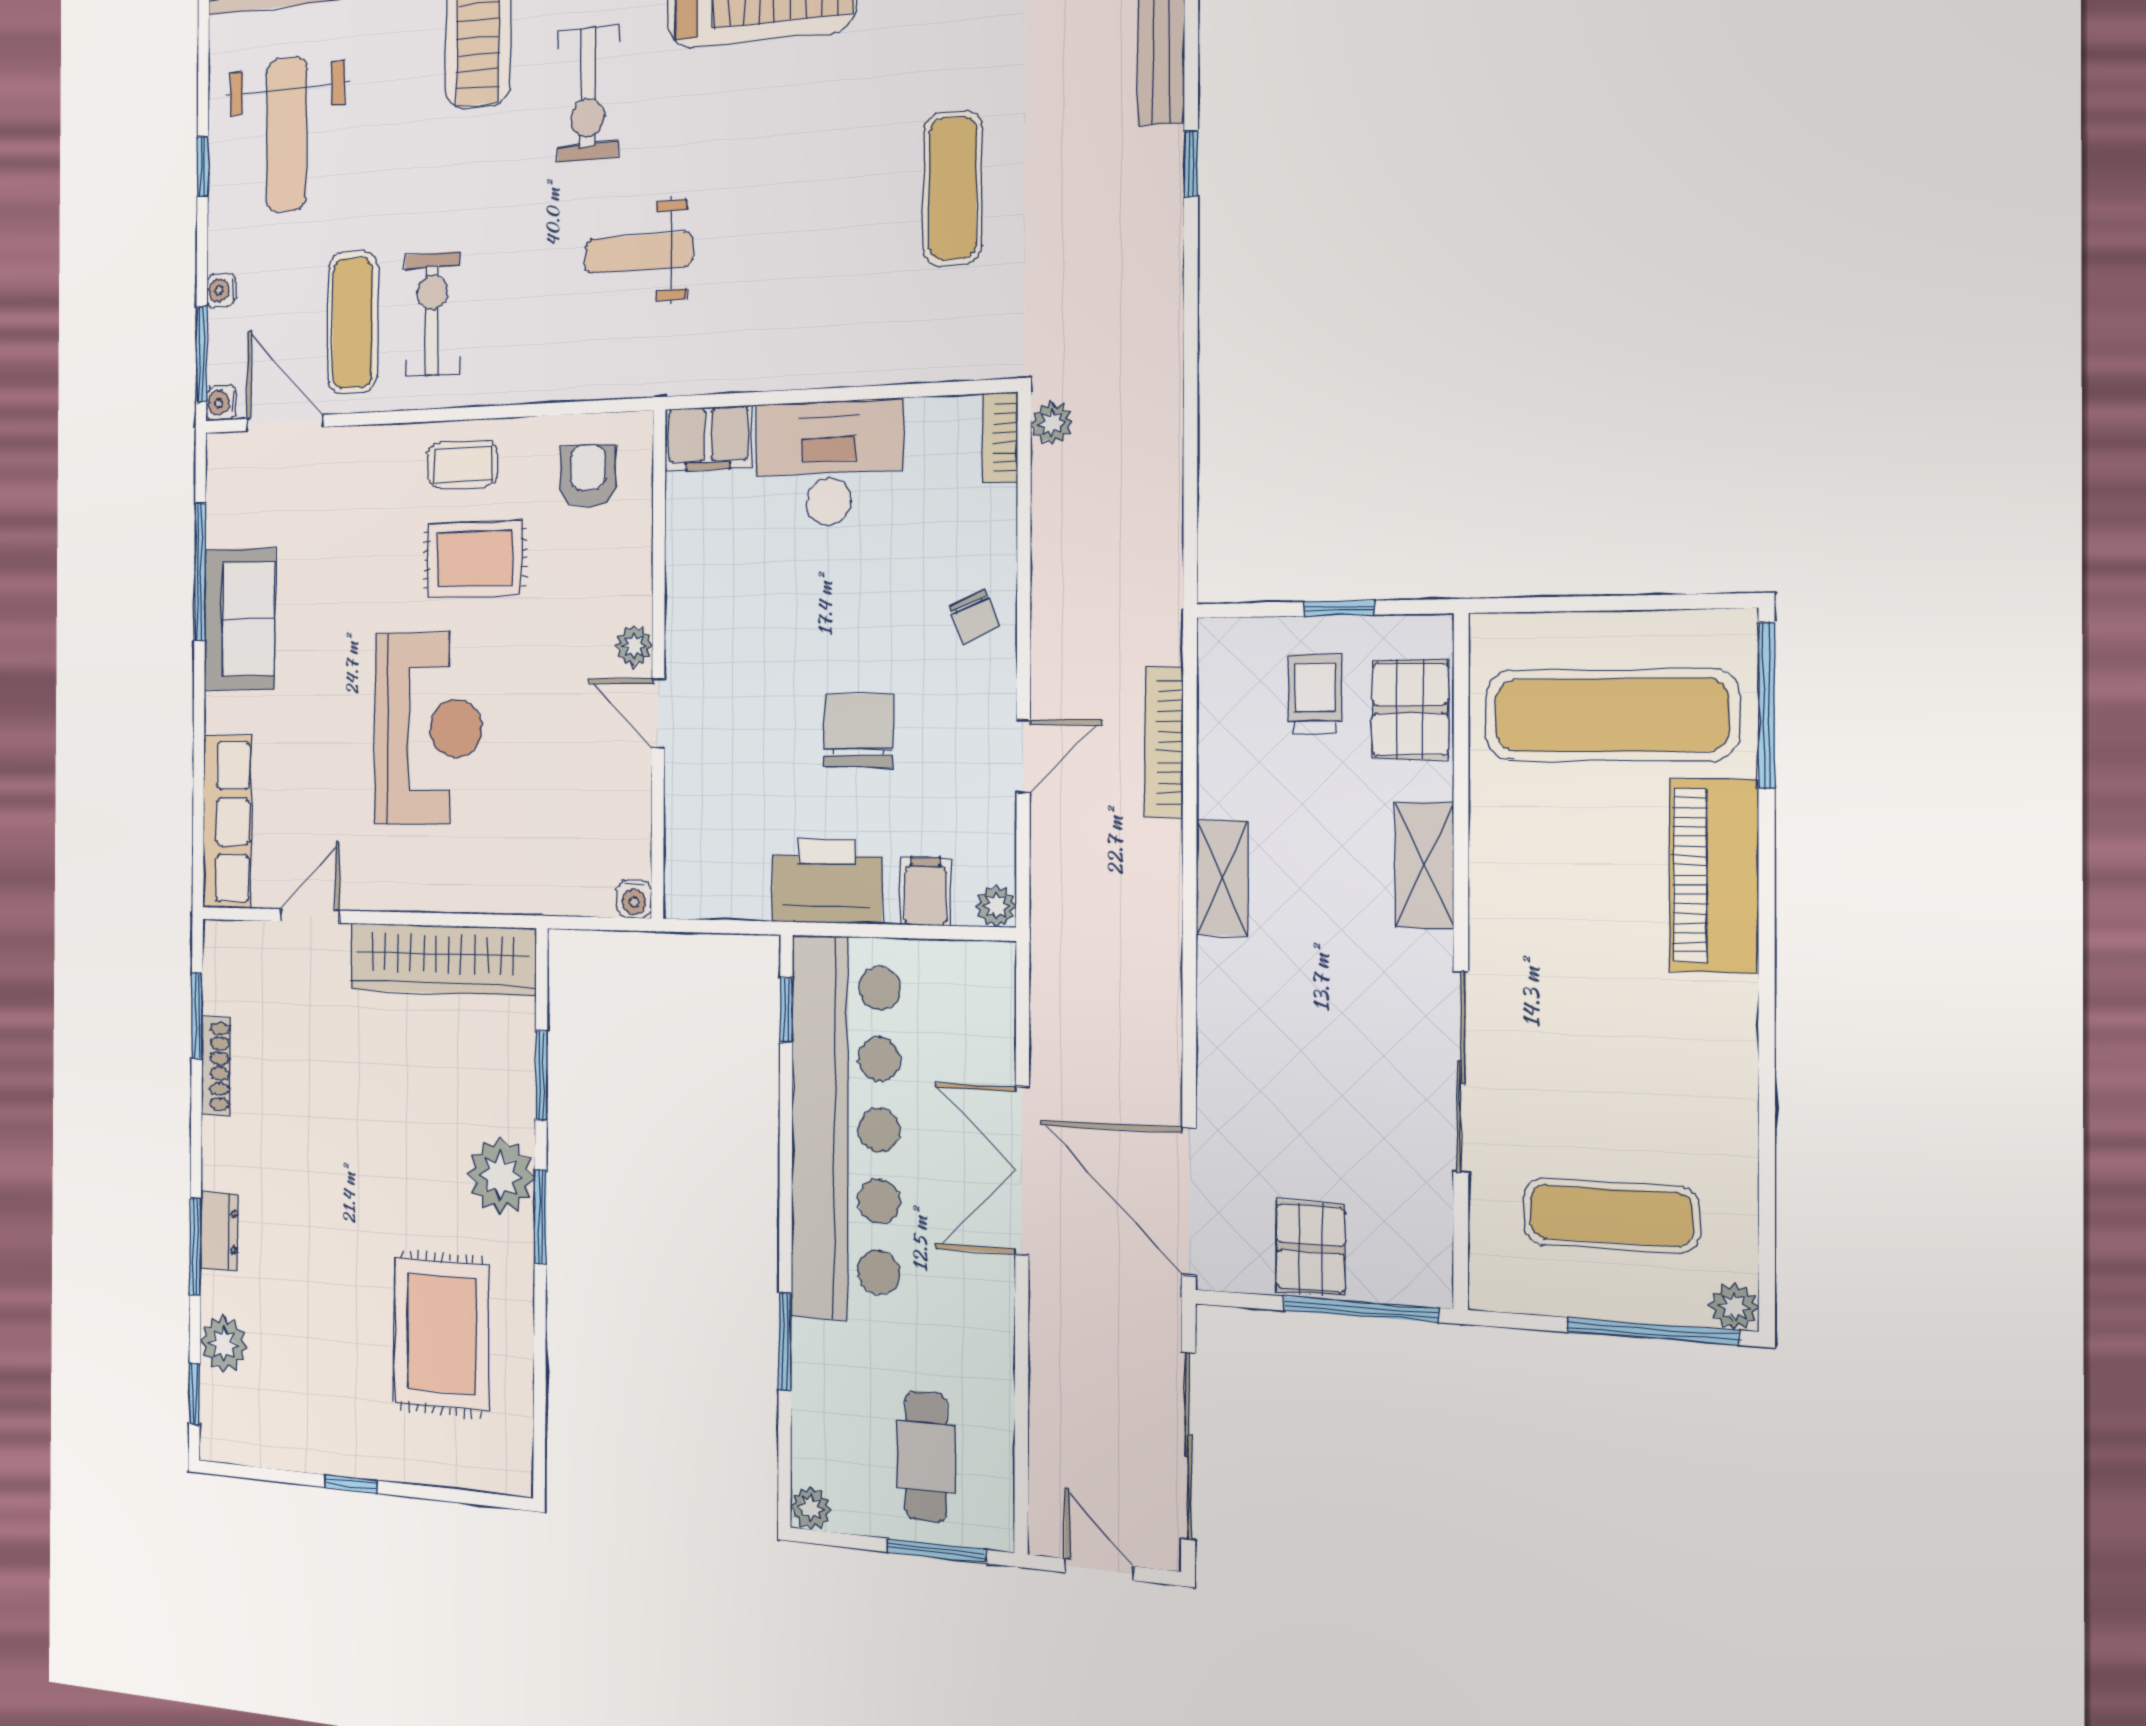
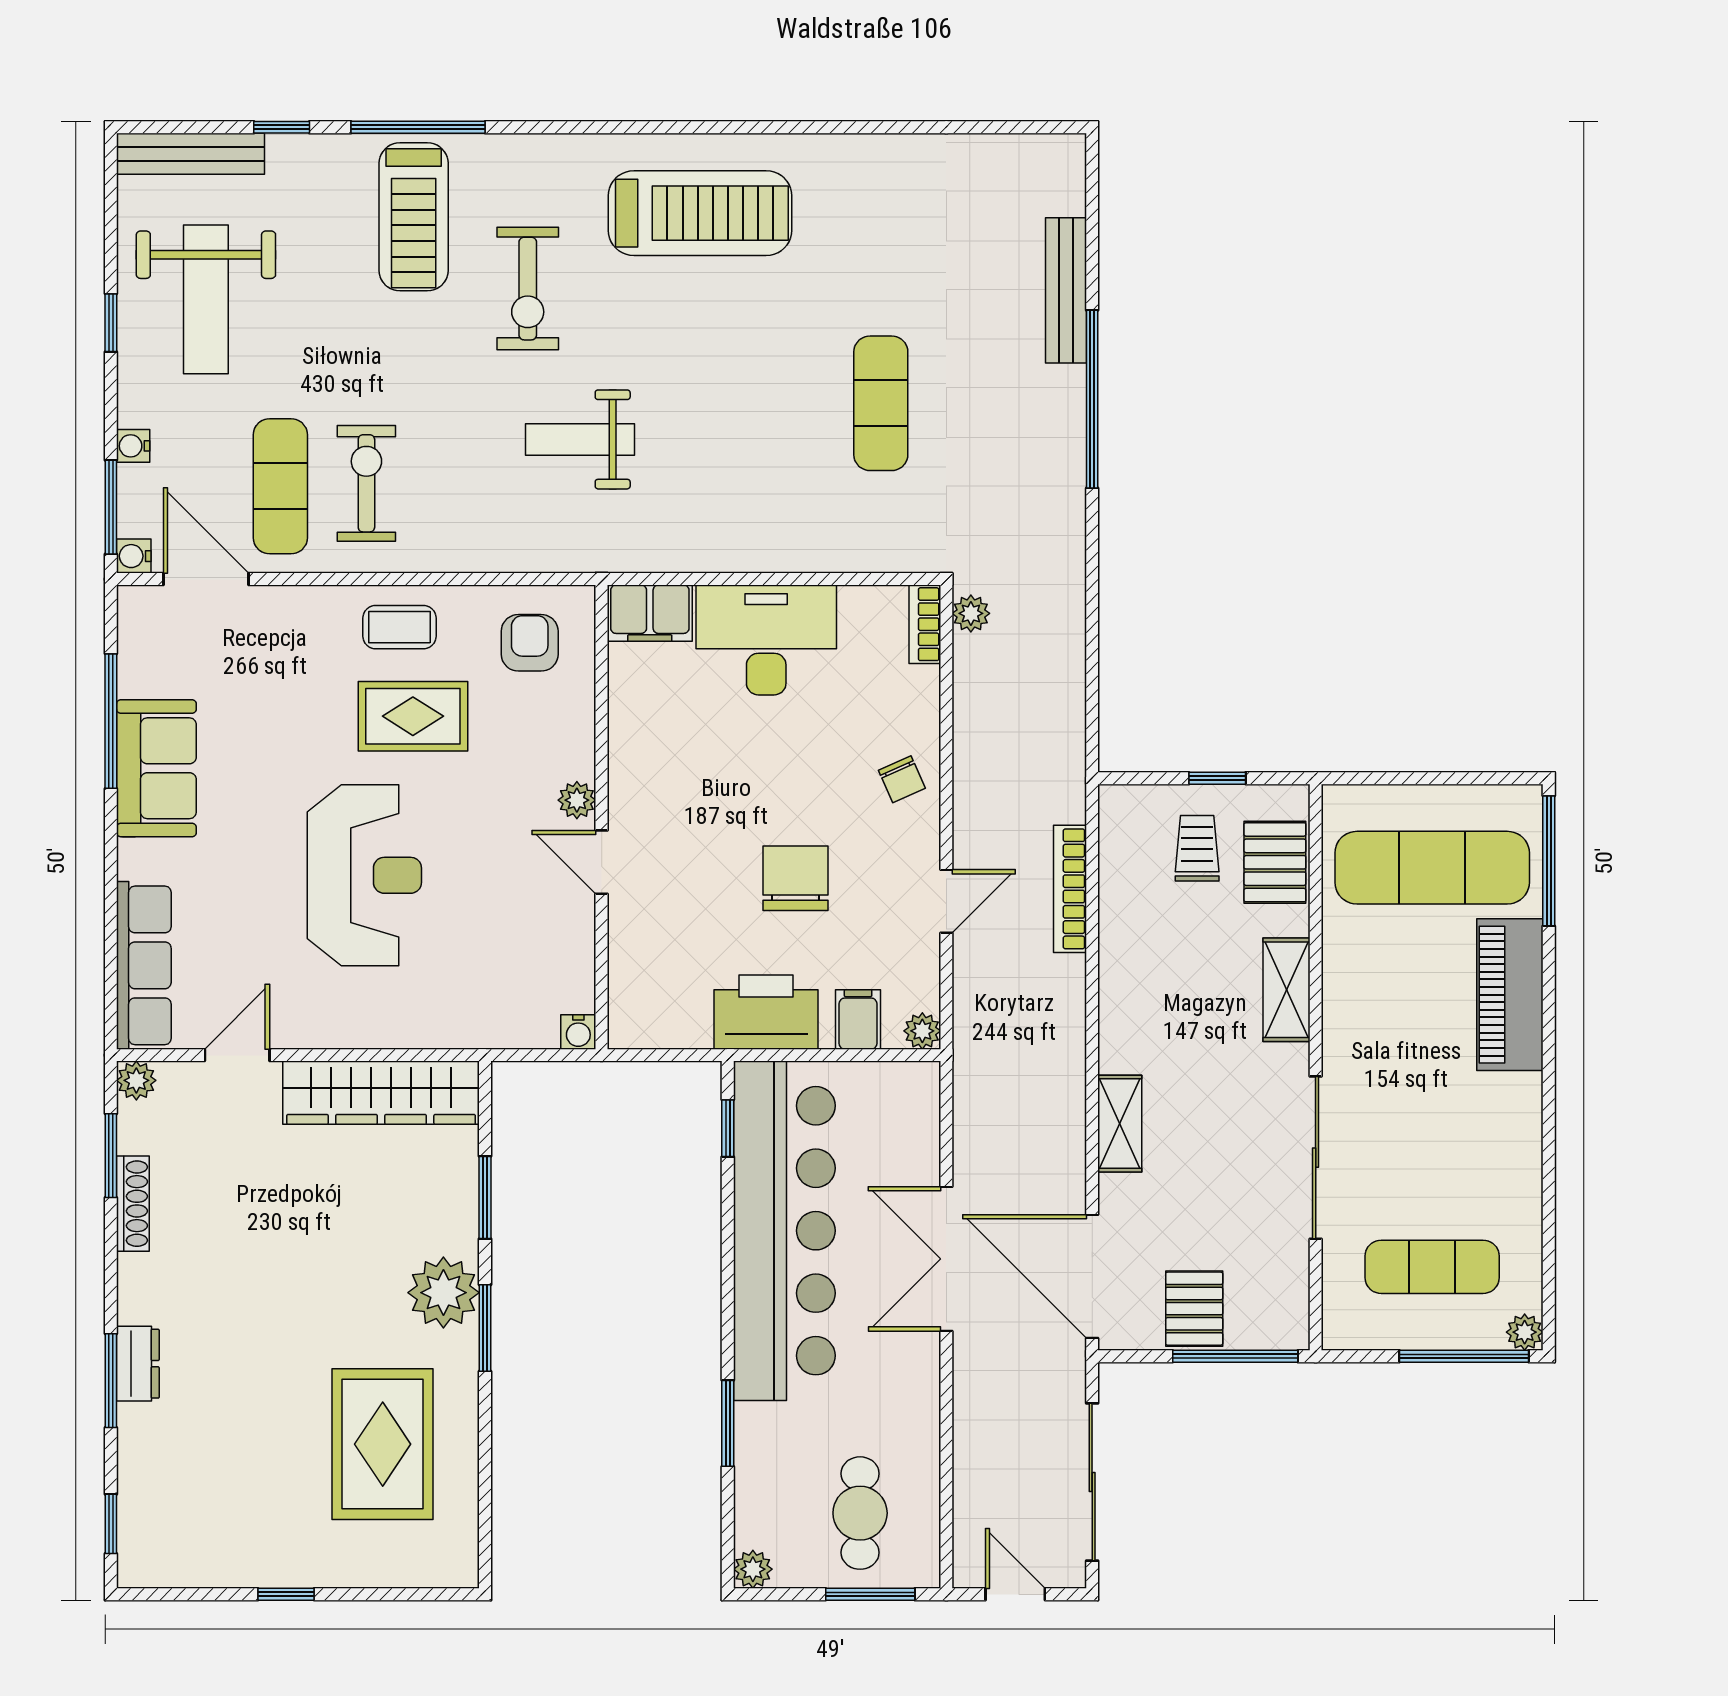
window: (1191, 164) -> (1092, 399), width x3.17
shelving: (1222, 878) -> (1120, 1124), moved
plant: (224, 1344) -> (136, 1080), moved, width x0.73, depth x0.73

